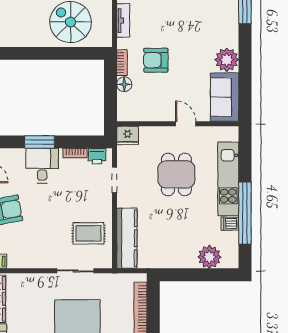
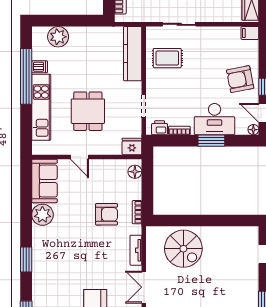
floor lamp: (124, 84) -> (135, 172), moved
desk: (42, 166) -> (215, 119), width x1.37

